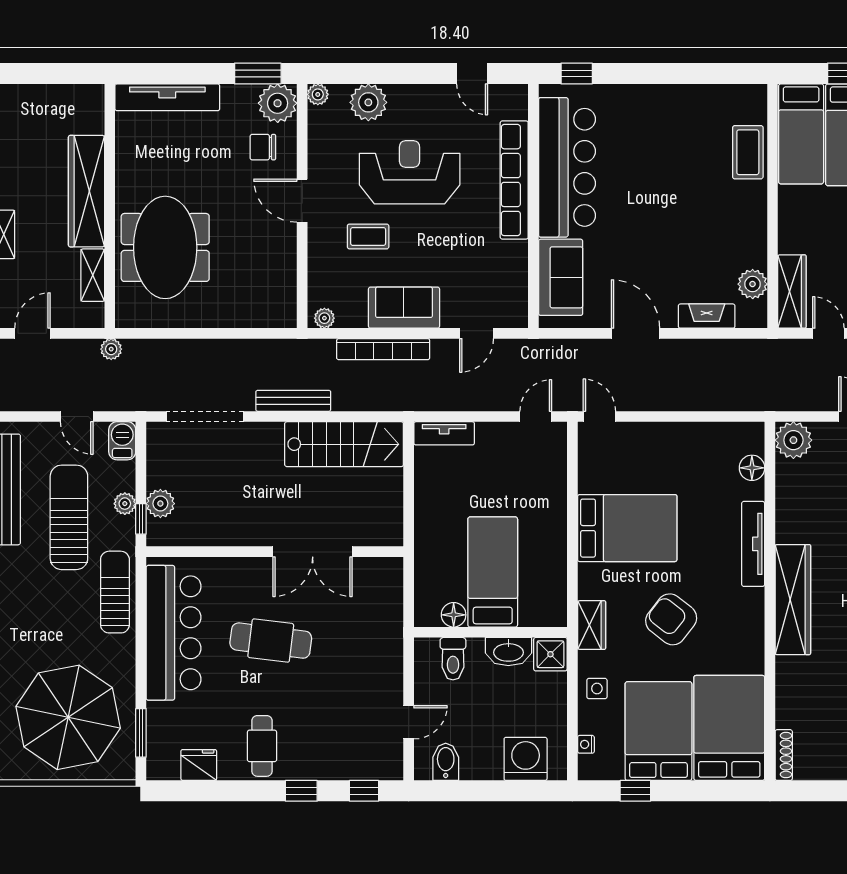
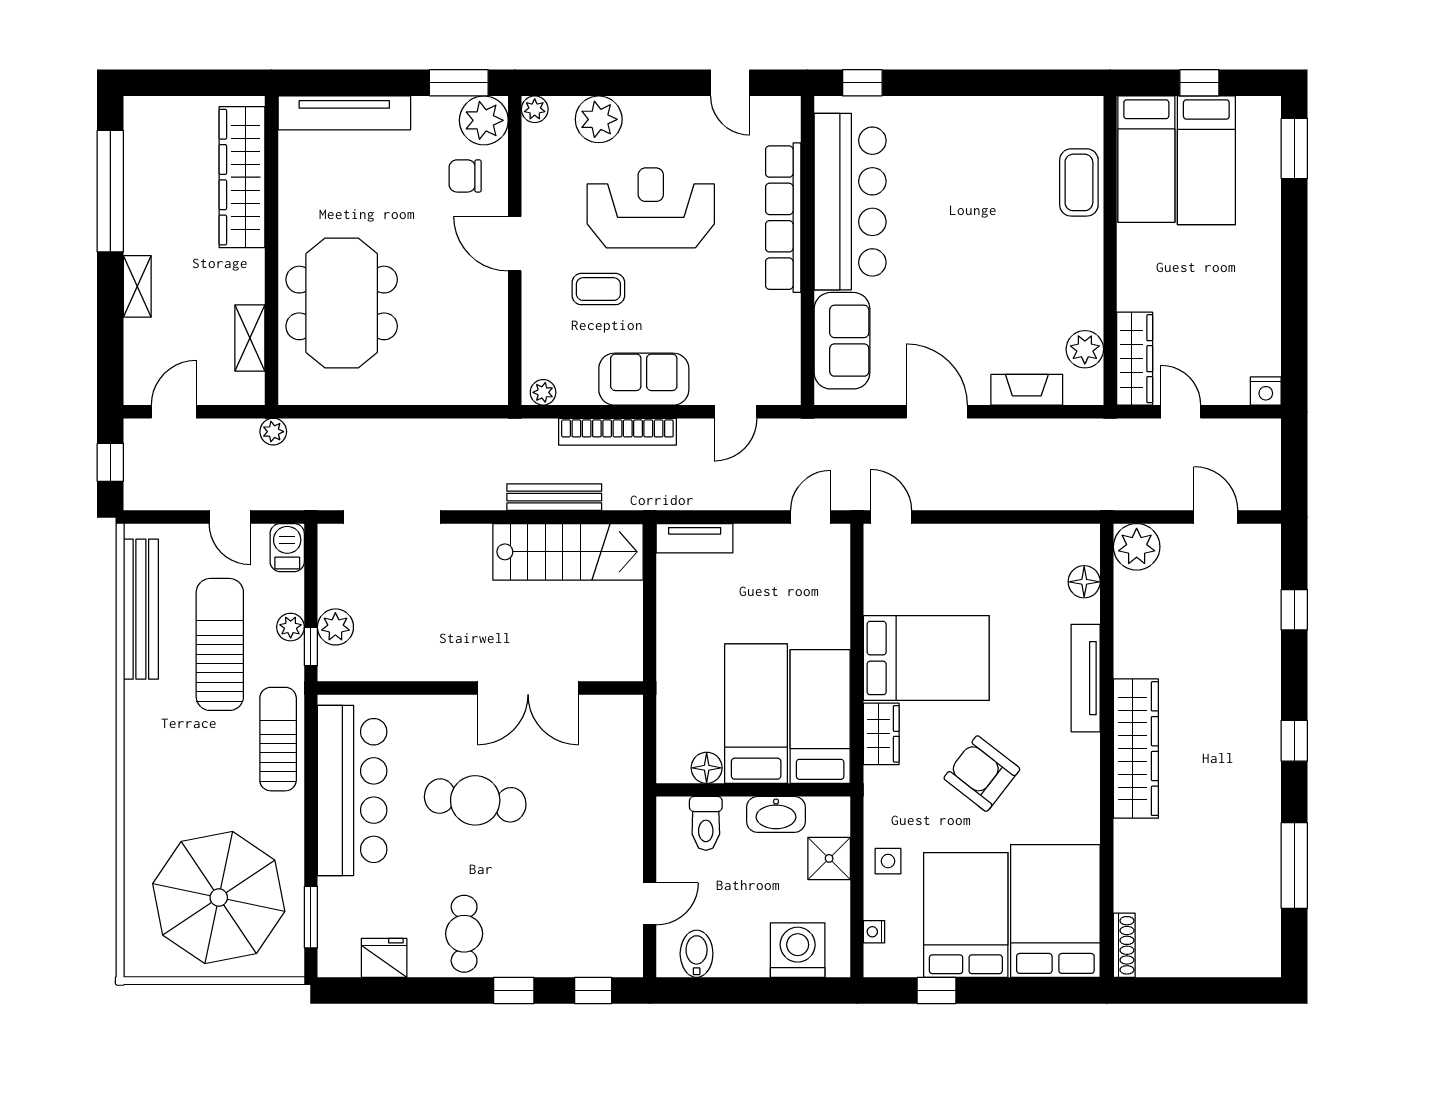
wardrobe: (87, 191) -> (242, 177), moved
bench: (293, 401) -> (554, 497), moved
bed: (543, 574) -> (820, 717), added
wardrobe: (592, 625) -> (881, 734), moved
shower: (550, 654) -> (829, 858), moved

